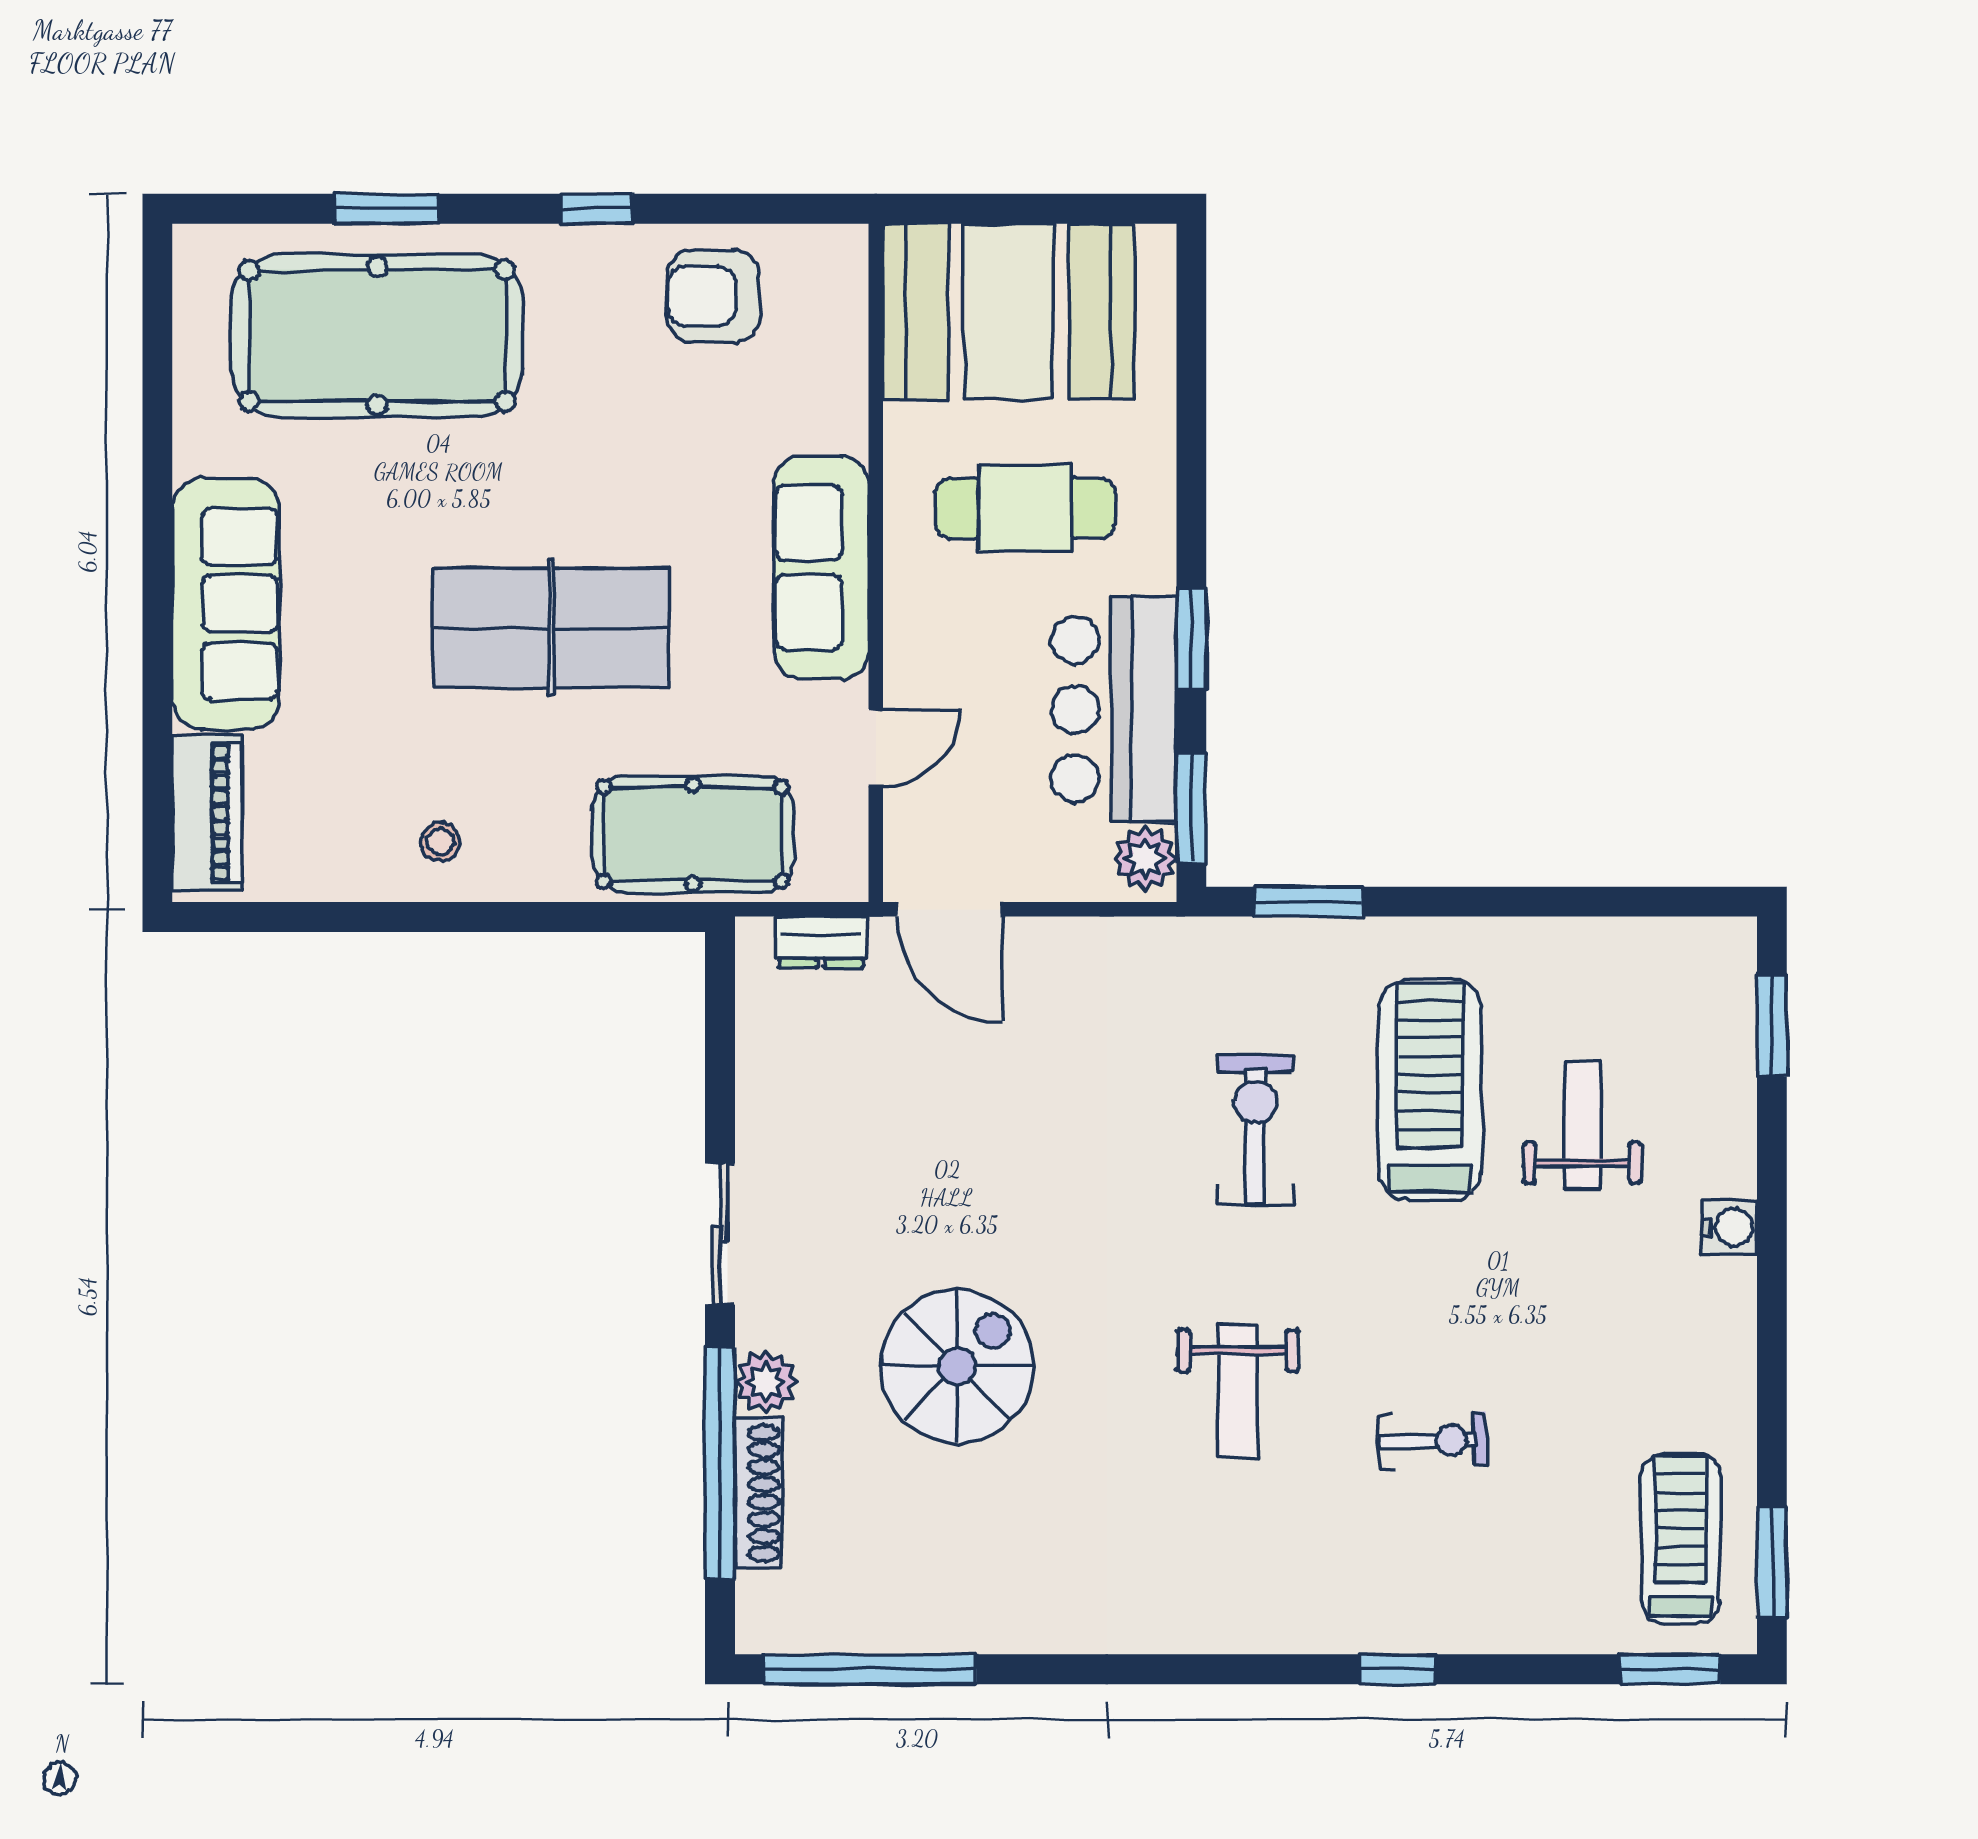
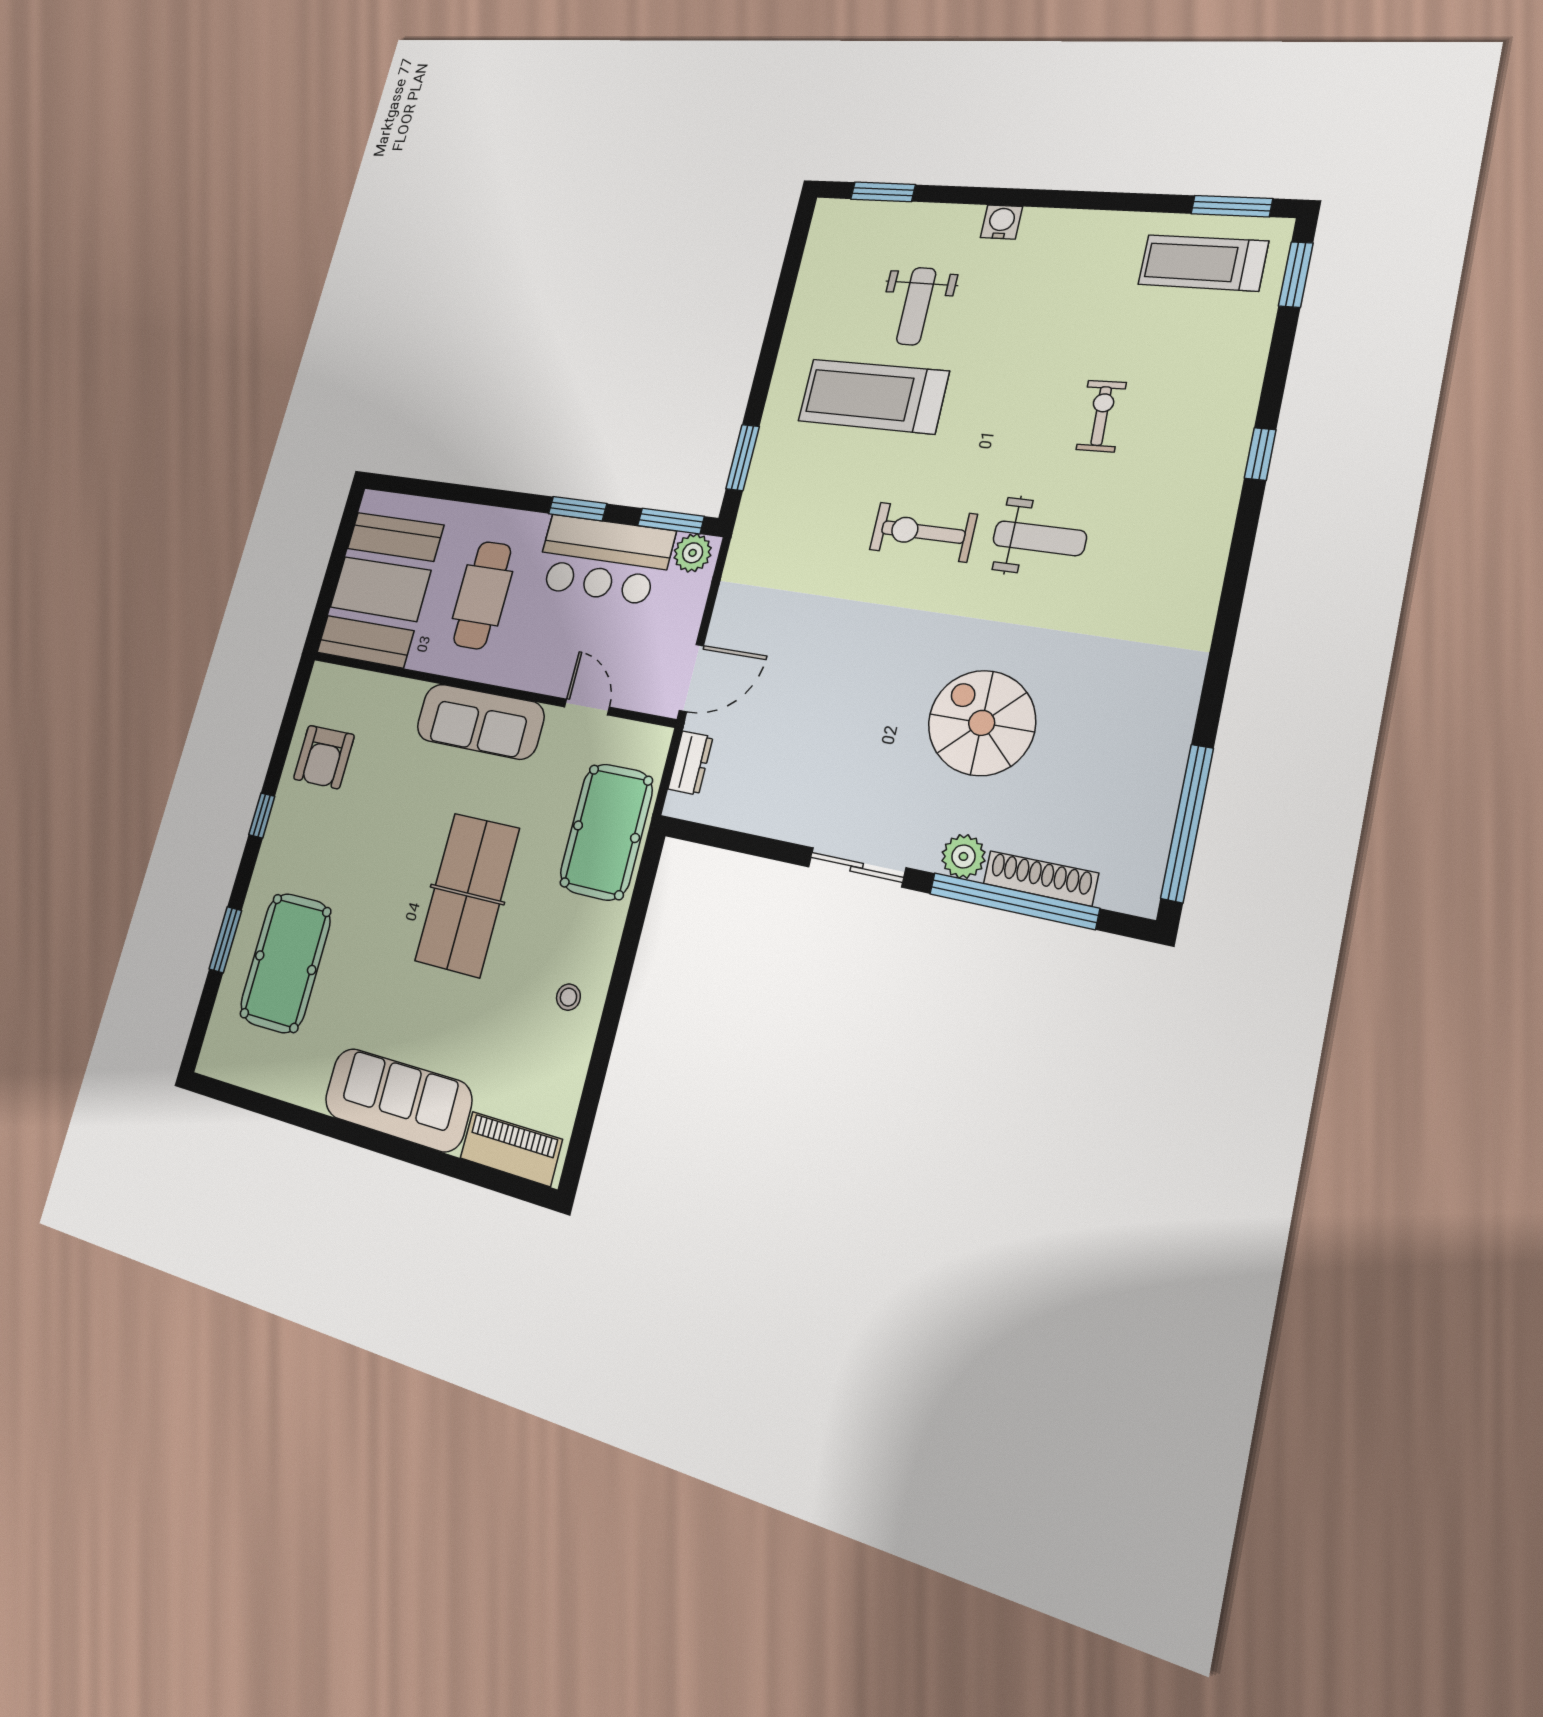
pool table: (377, 336) -> (286, 963), width x0.73, depth x0.76
weight bench: (1582, 1124) -> (916, 306), turned -90
exercise bike: (1255, 1129) -> (923, 532), moved

